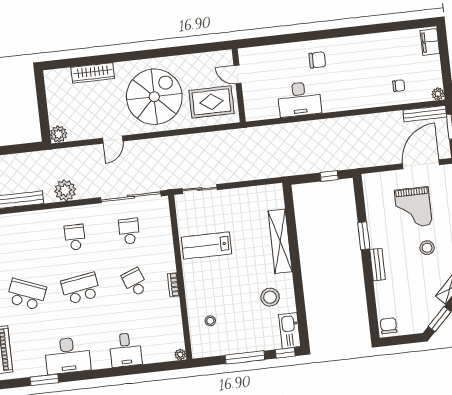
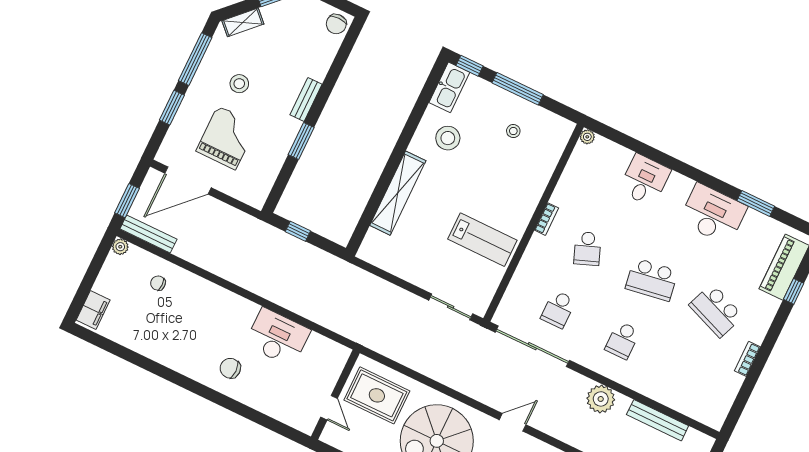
stool: (210, 321) -> (513, 131), moved

